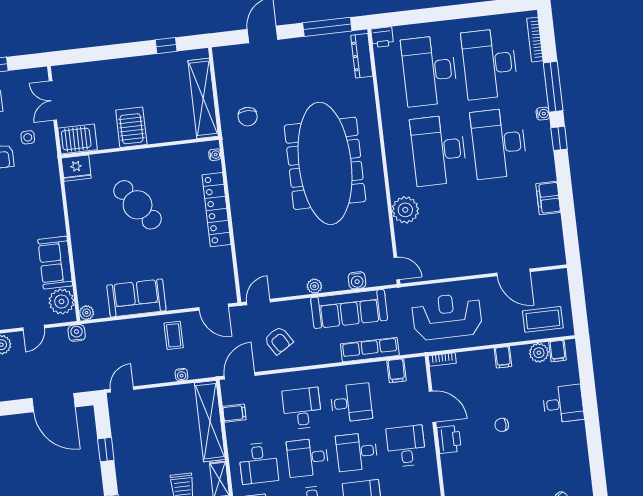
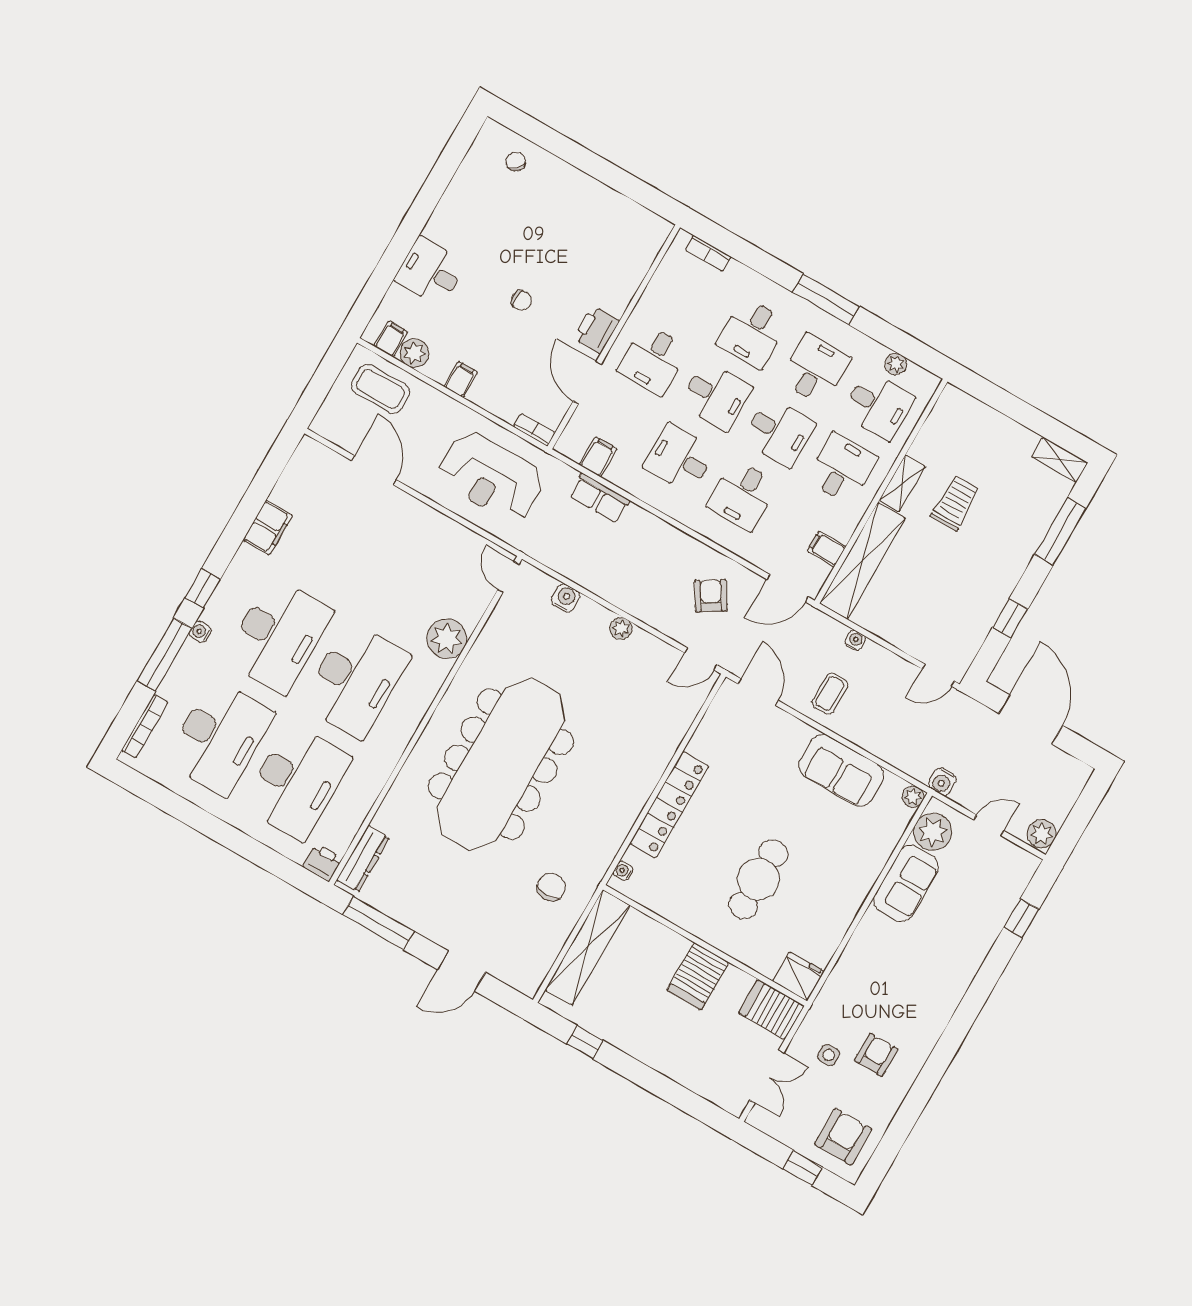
cafe table: (138, 205) -> (758, 879), turned 37
sofa: (349, 309) -> (600, 571), removed
row of seats: (370, 350) -> (599, 498), width x0.68

